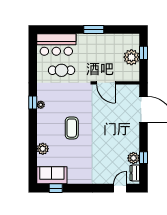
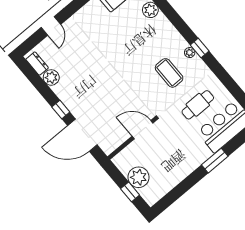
window: (94, 30) -> (215, 161), moved
coffee table: (72, 128) -> (169, 73), moved
window: (144, 158) -> (61, 110), moved
door: (120, 188) -> (51, 26), moved

